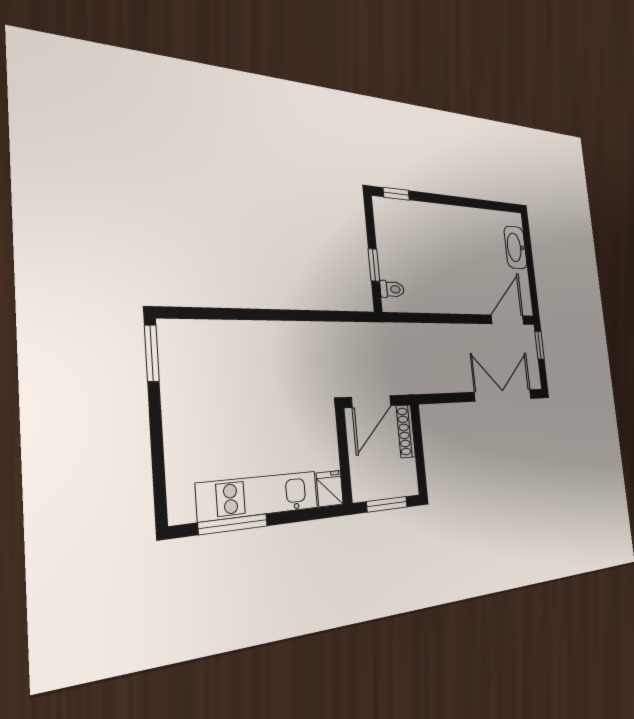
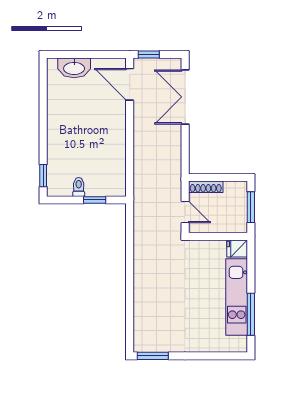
toilet: (392, 289) -> (79, 187), moved
door: (371, 402) -> (185, 212), width x0.73

